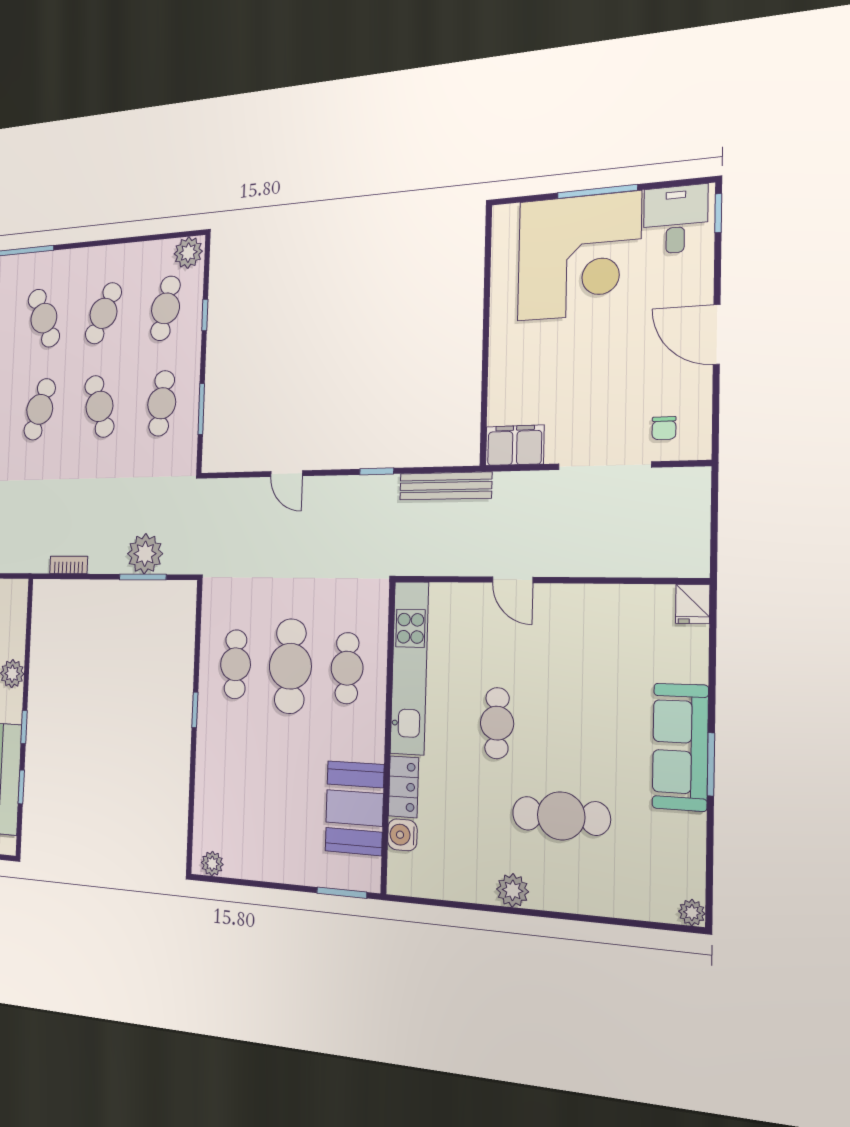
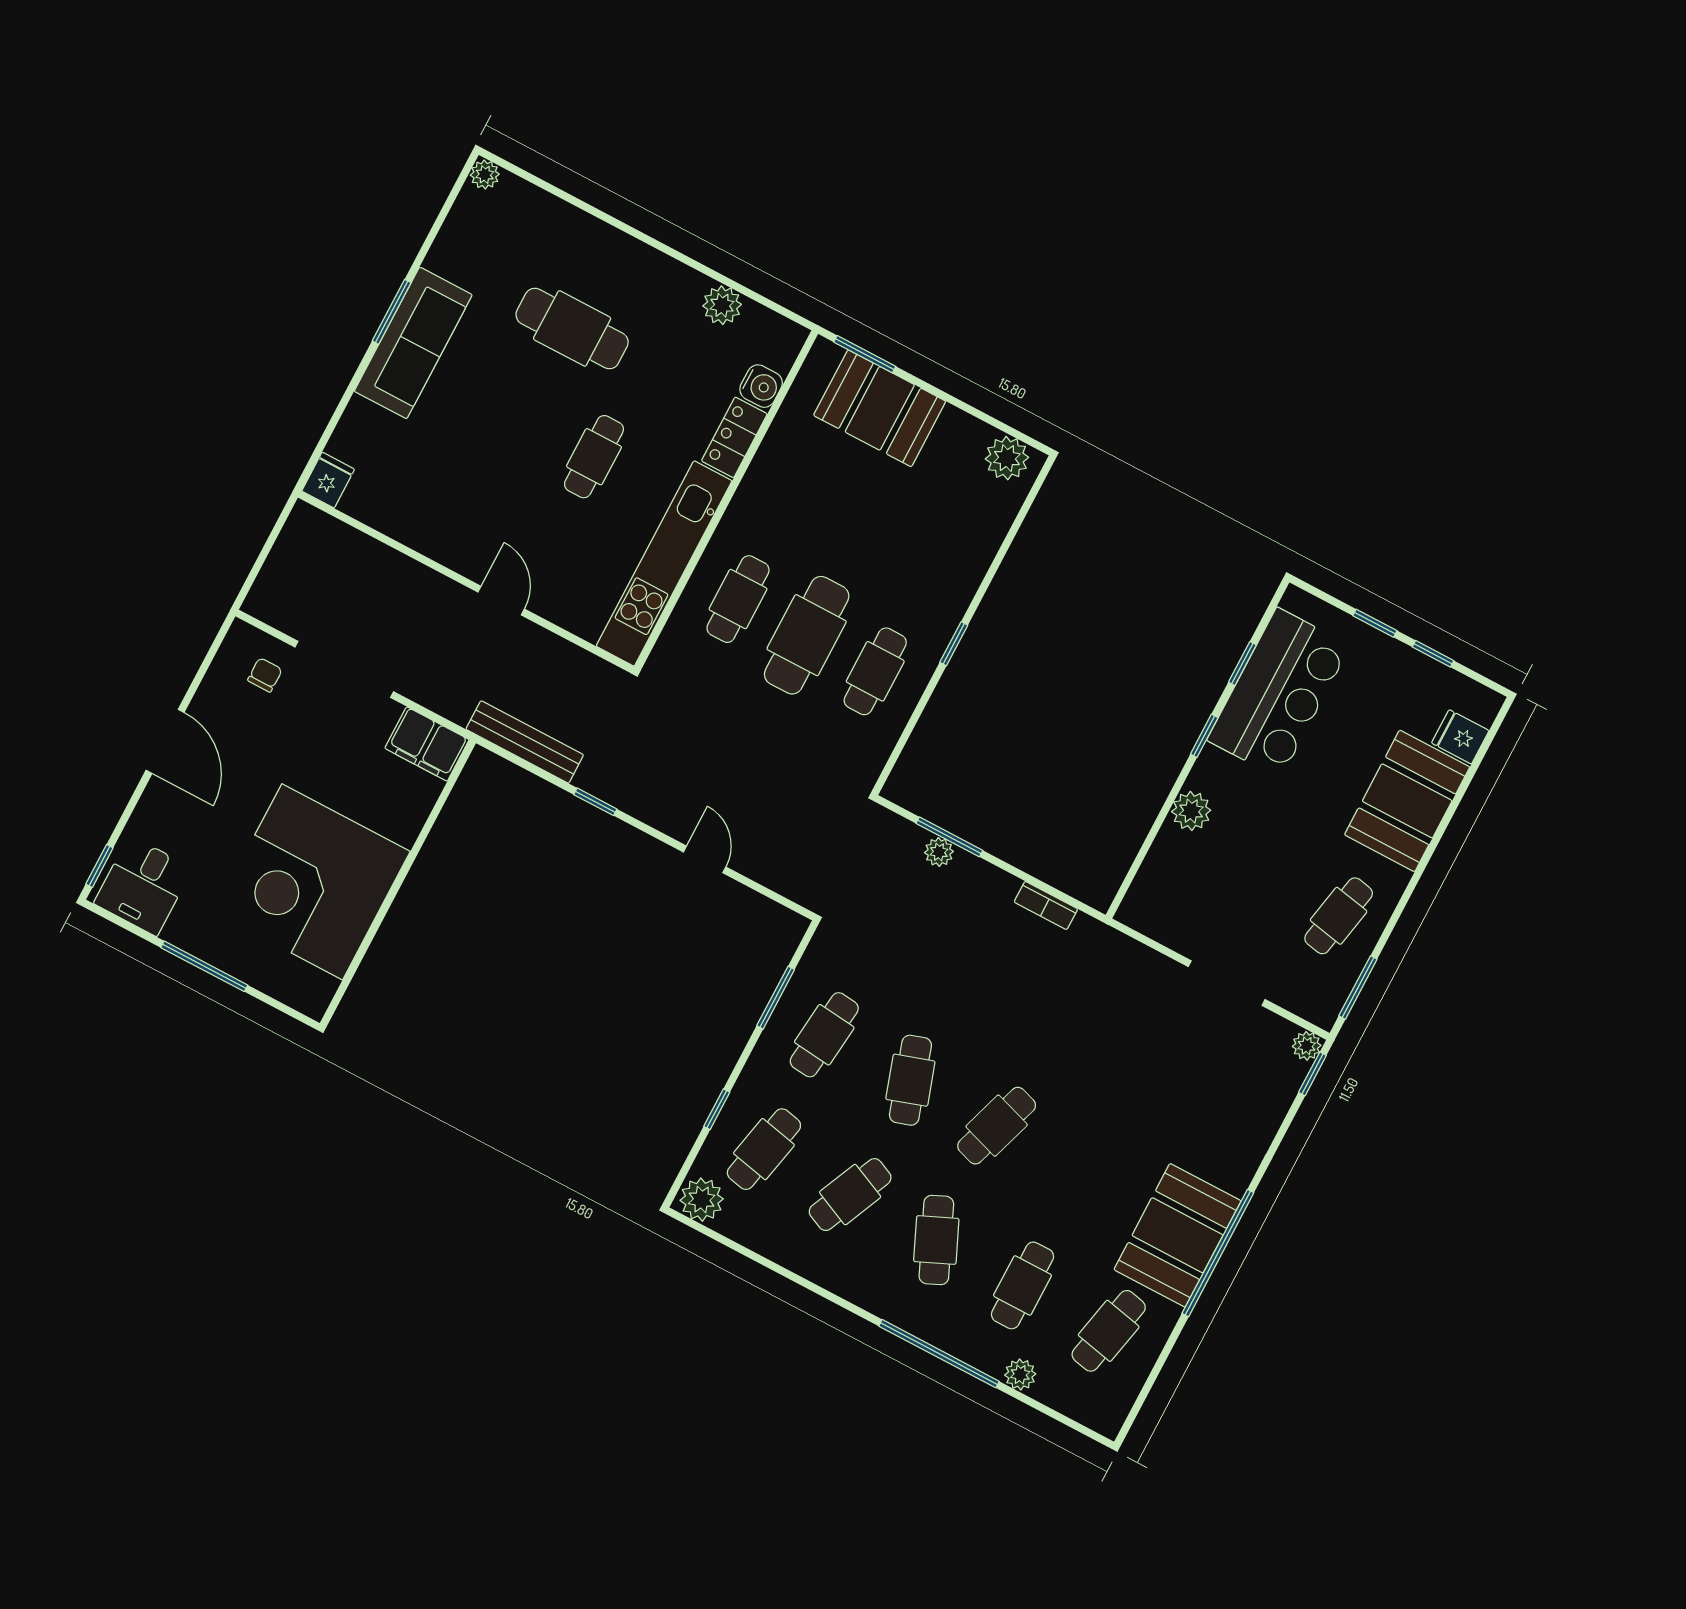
corner desk: (579, 256) -> (312, 882), moved, turned -90
plant: (145, 554) -> (939, 852), width x0.53, depth x0.53
booth: (355, 808) -> (880, 408), moved, turned 90
plant: (212, 864) -> (1007, 458), width x1.38, depth x1.38
plant: (513, 890) -> (722, 305), moved

